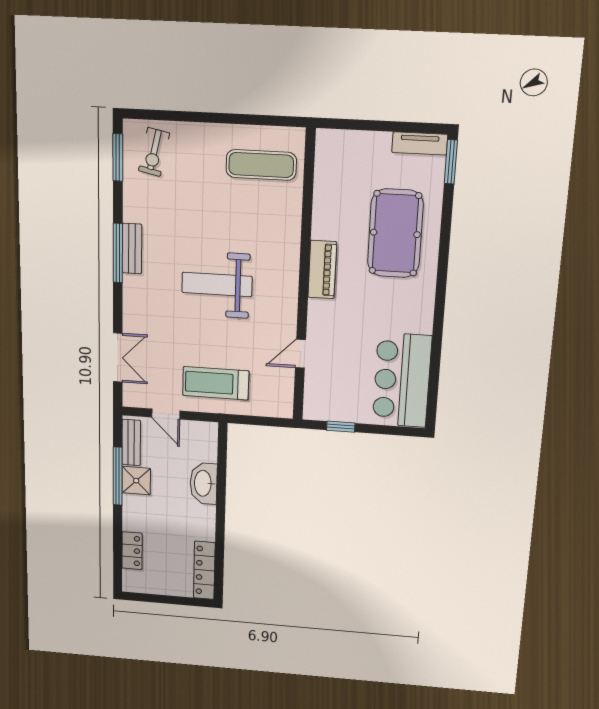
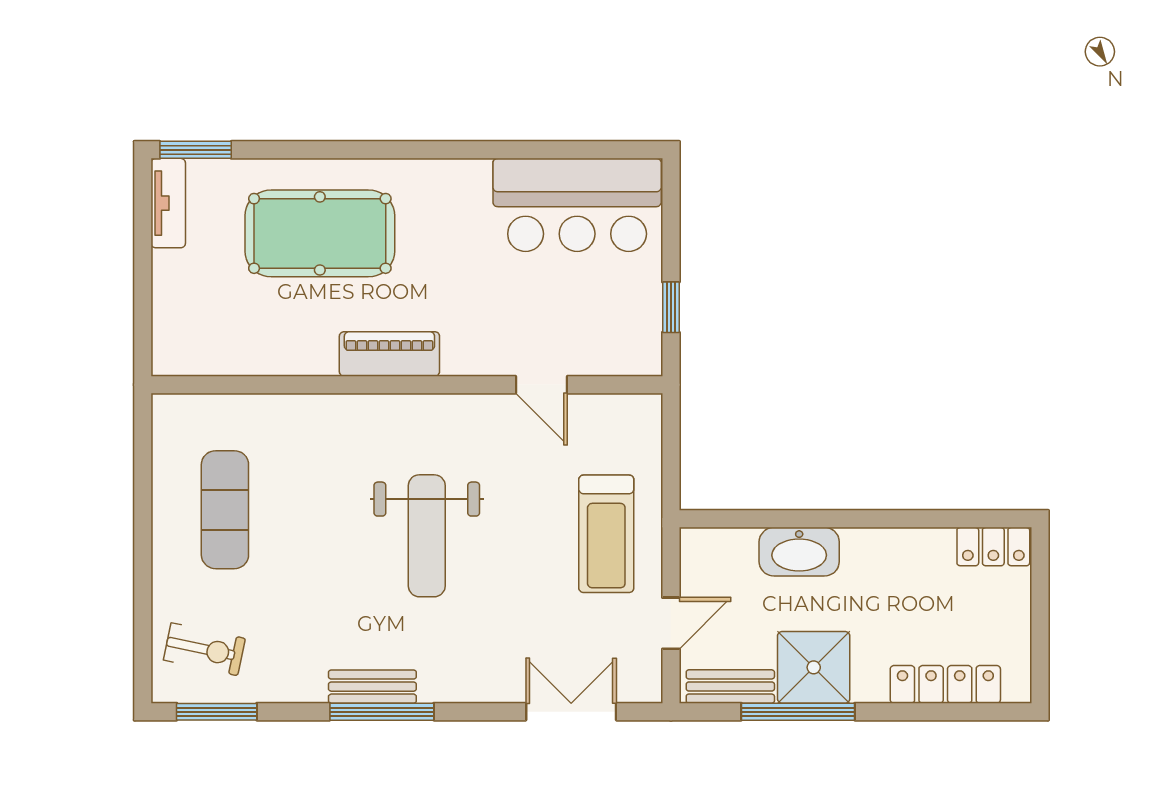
exercise mat: (261, 165) -> (225, 510), moved
shower: (136, 481) -> (814, 667), width x1.36, depth x1.36
locker: (132, 551) -> (945, 684), width x1.53
locker: (204, 570) -> (993, 547), width x0.66

